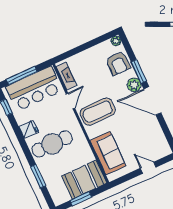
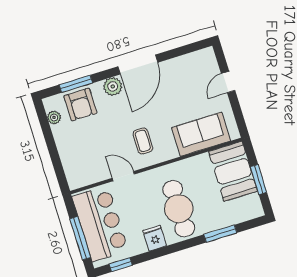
plant: (116, 41) -> (54, 117), moved
armchair: (118, 63) -> (80, 105), turned 90
window: (139, 71) -> (76, 84), moved
fireplace: (66, 76) -> (89, 177), removed
coffee table: (98, 112) -> (143, 141), width x0.54, depth x0.58

